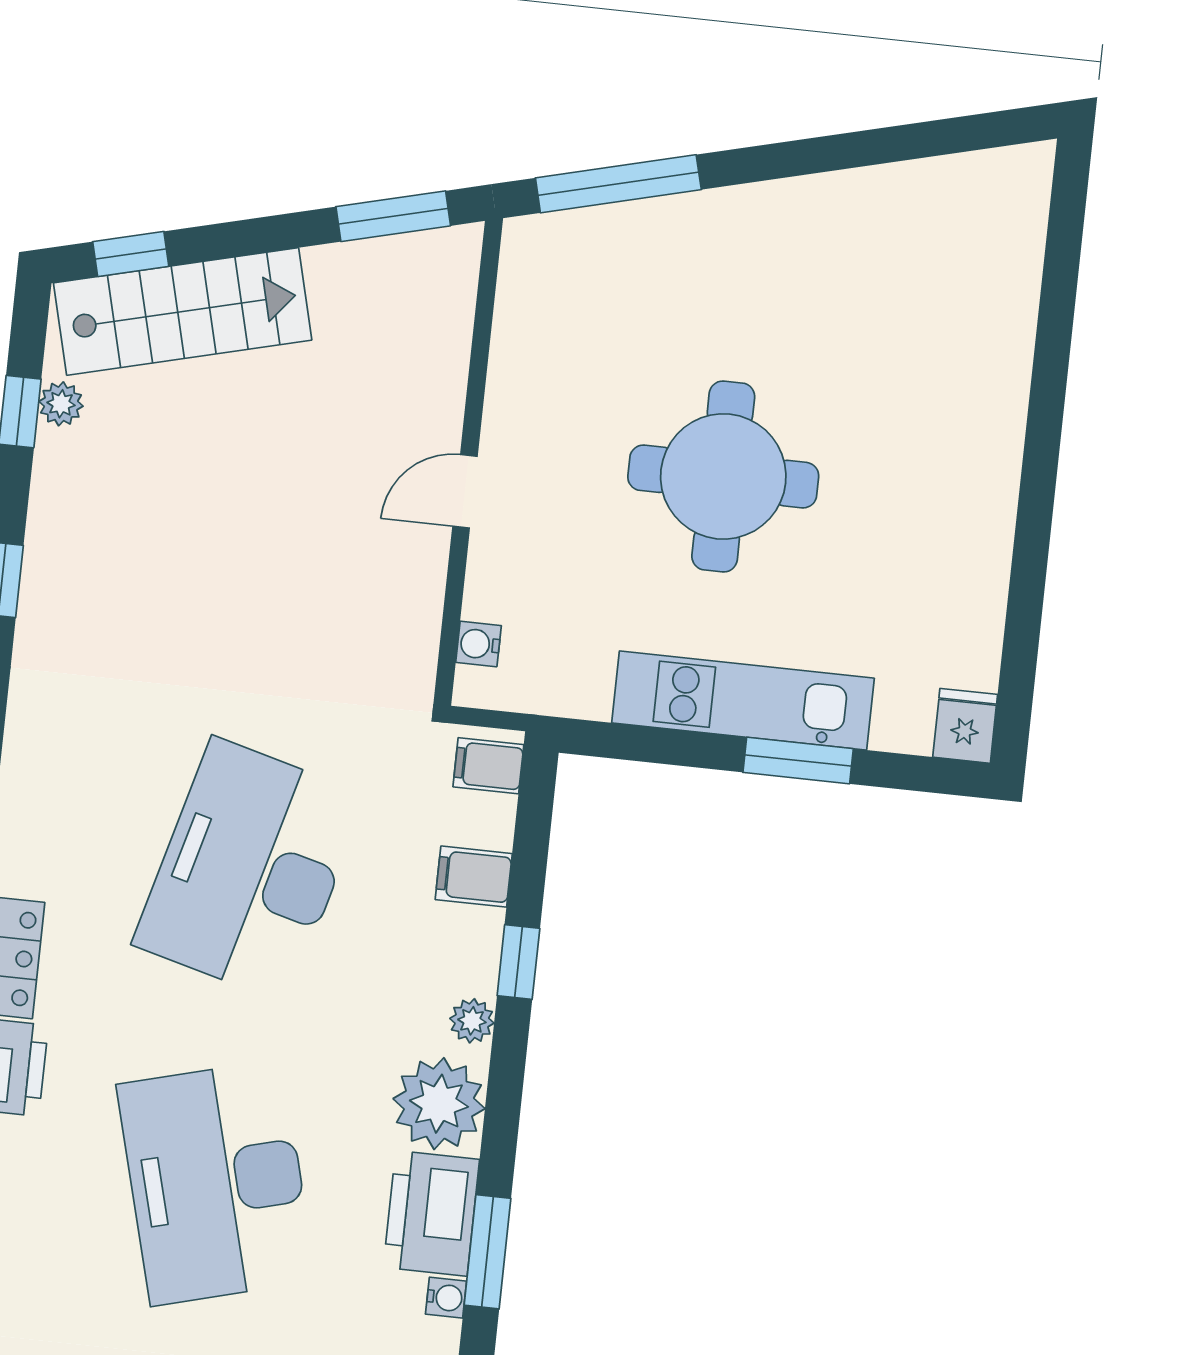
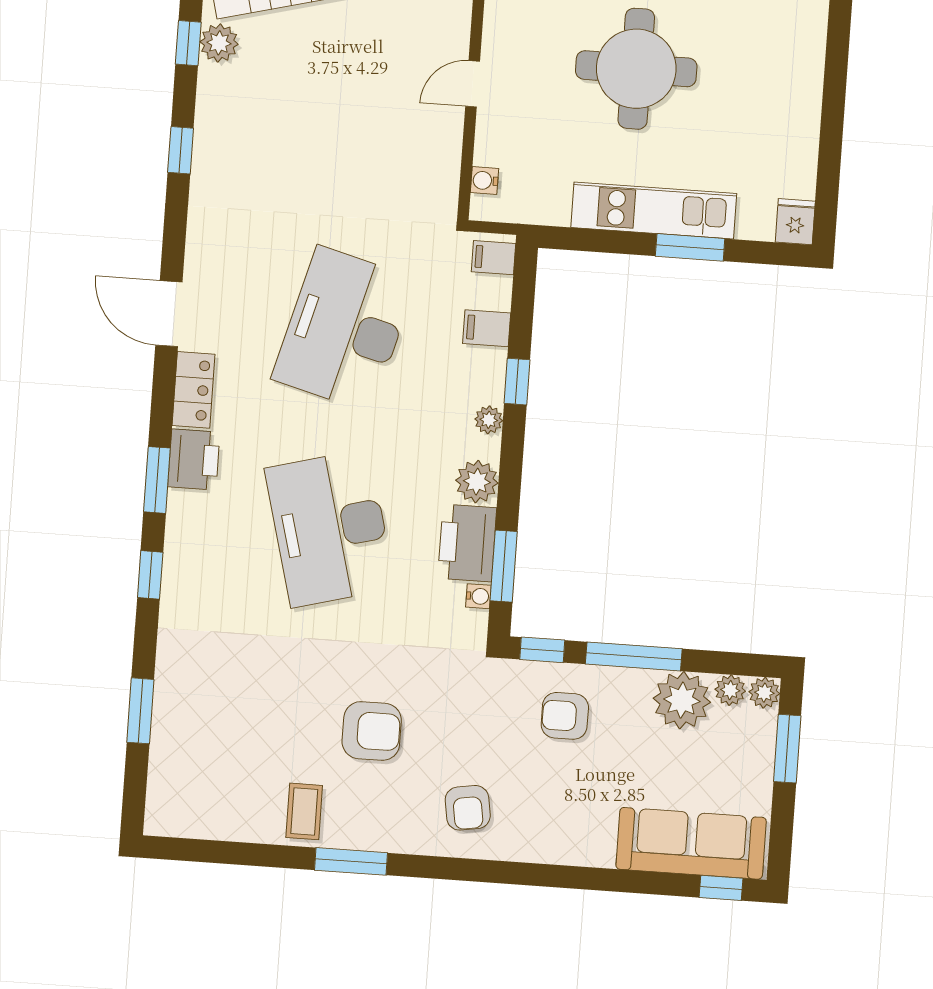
plant: (61, 404) -> (219, 43), width x1.38, depth x1.38
plant: (439, 1104) -> (477, 482), width x0.73, depth x0.73

